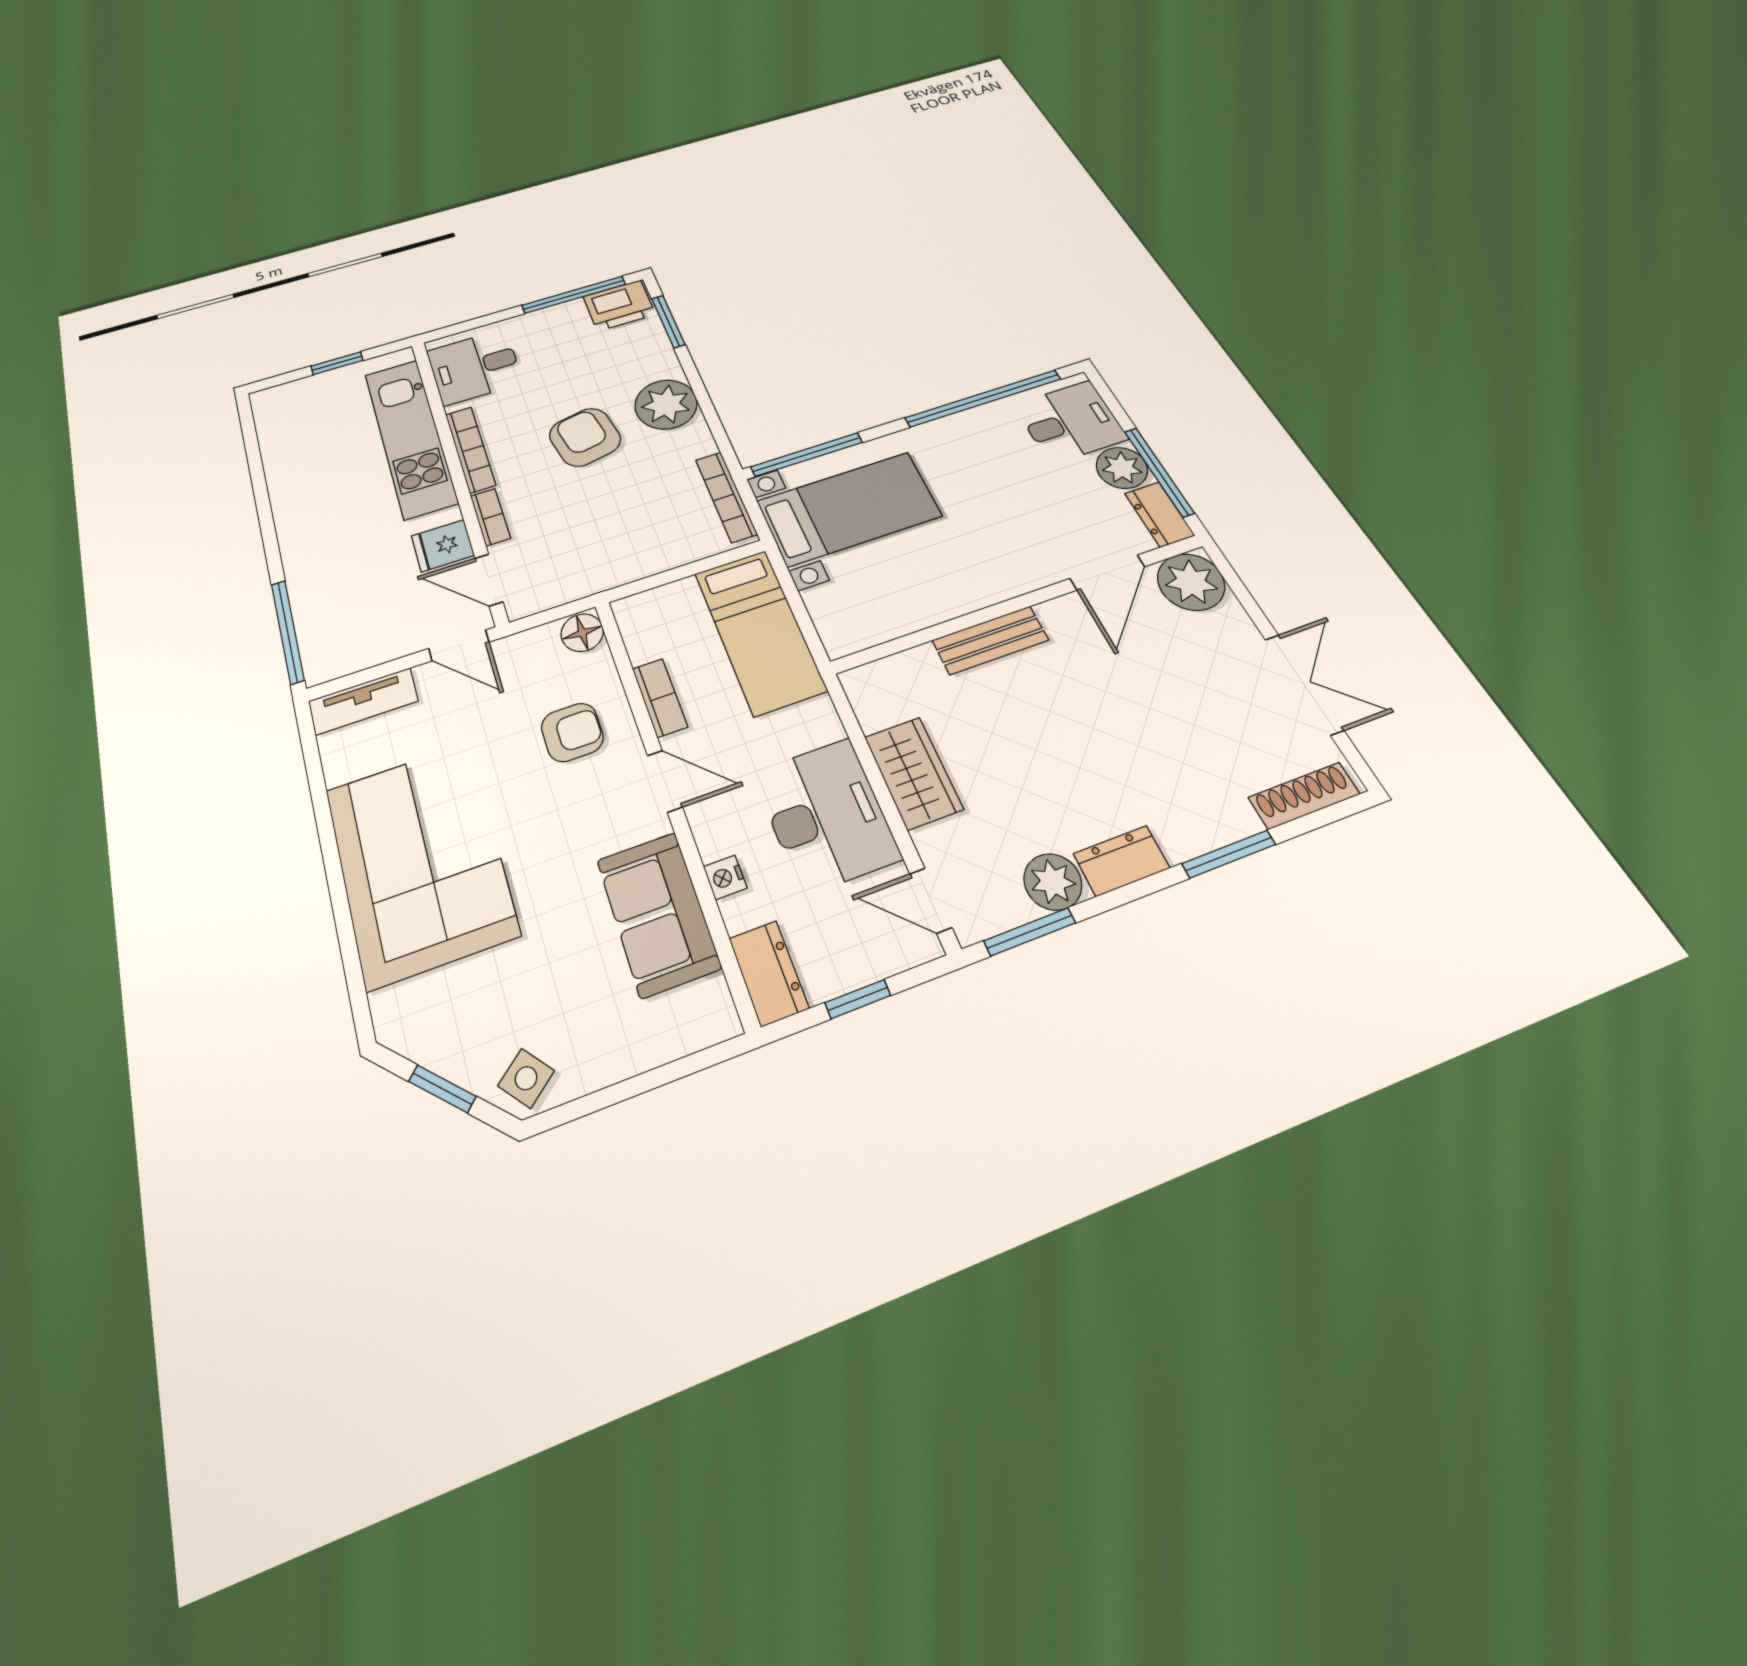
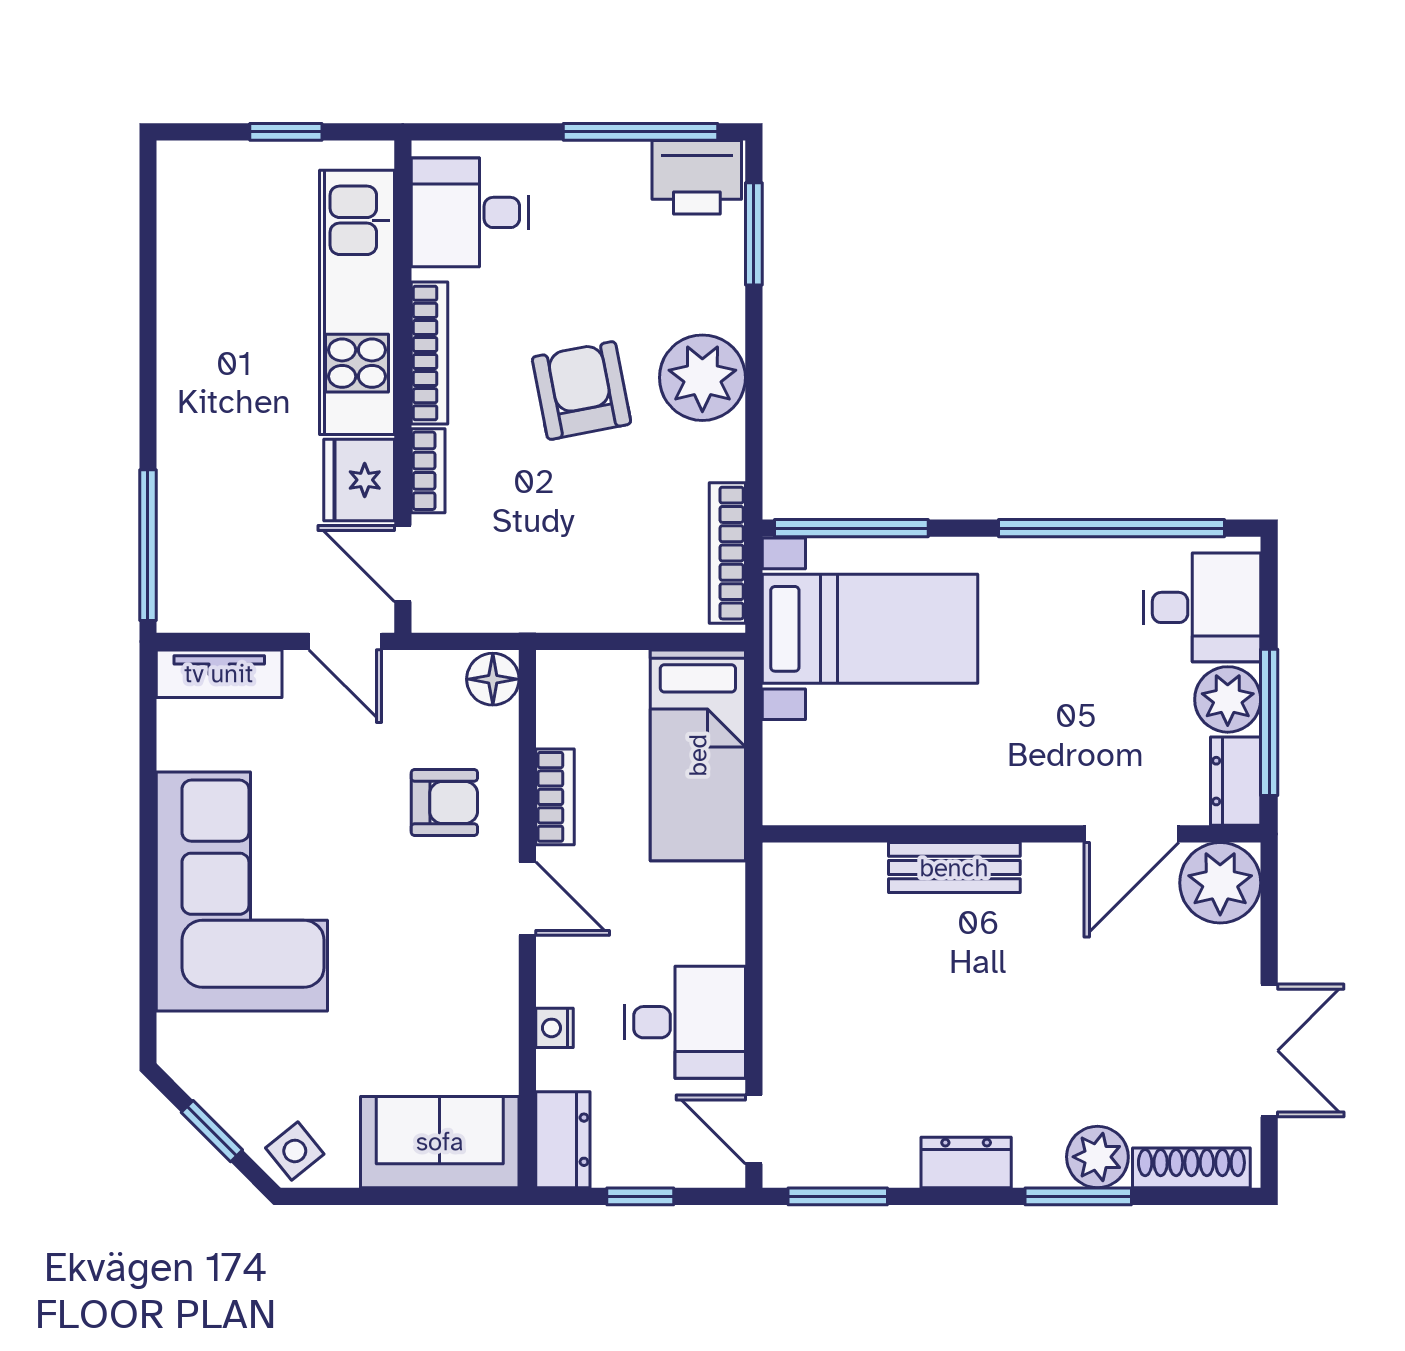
fridge: (443, 546) -> (359, 480), width x1.38
wardrobe: (913, 773) -> (797, 990), removed
desk: (826, 815) -> (685, 1022), width x0.73
plant: (1053, 882) -> (1097, 1157), moved
sofa: (658, 913) -> (440, 1142), moved, turned 90

